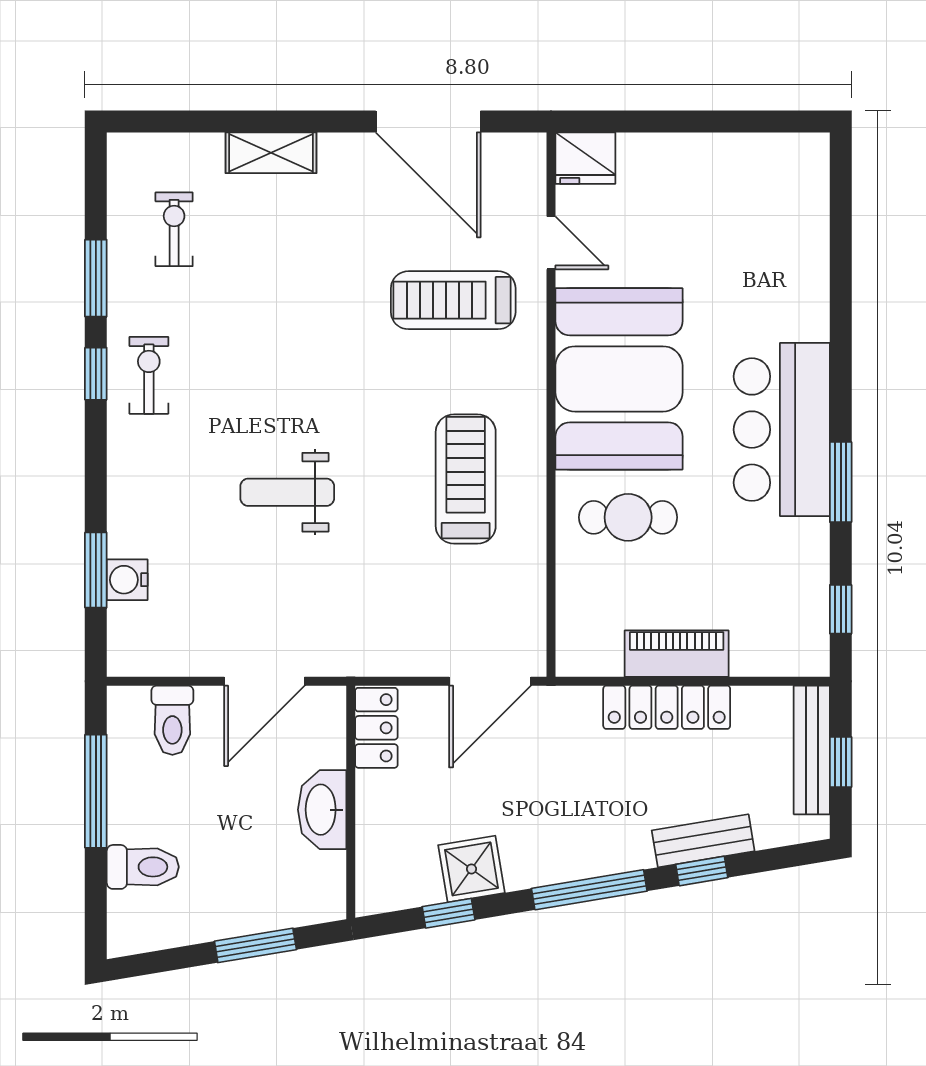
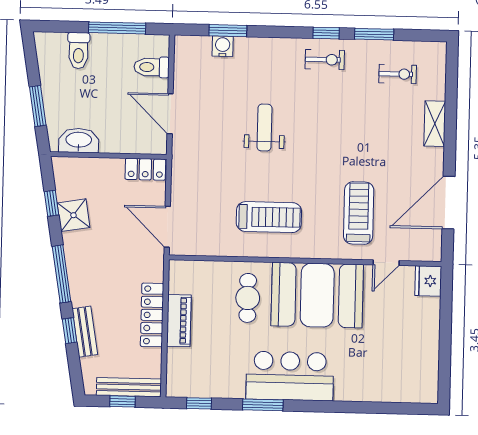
washbasin: (322, 810) -> (79, 140), moved

